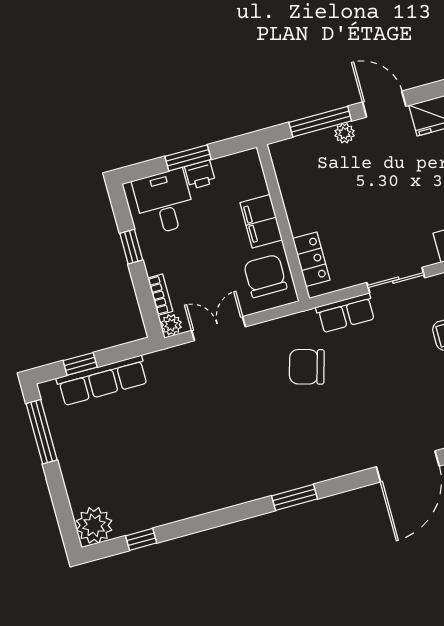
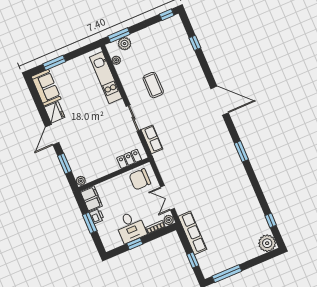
window: (320, 122) -> (64, 164), width x0.69
plant: (345, 133) -> (81, 181), moved
desk: (164, 202) -> (131, 227), moved, turned -90
filing cabinet: (261, 221) -> (91, 199), moved, turned -90
chair: (307, 367) -> (180, 154), removed
row of seats: (102, 381) -> (192, 233), moved

